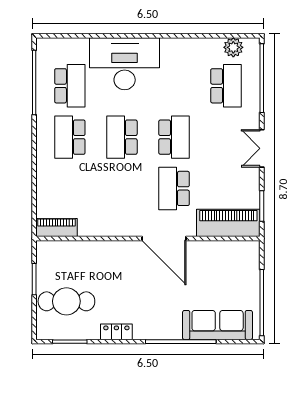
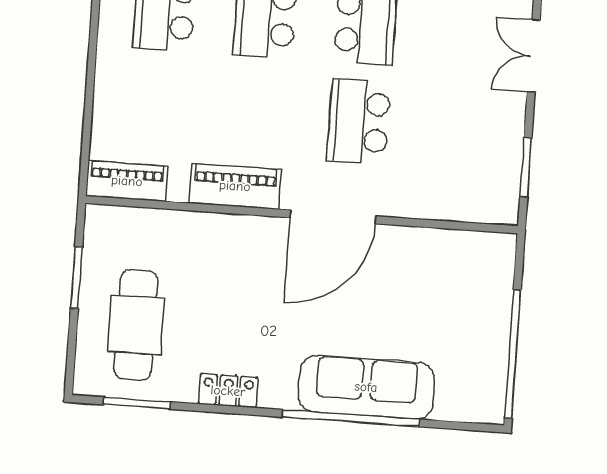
piano: (228, 223) -> (235, 186), moved, width x0.73, depth x0.75
door: (164, 238) -> (333, 217), hinge flipped
cafe table: (66, 301) -> (136, 325), turned 90
sofa: (218, 325) -> (366, 387), moved

